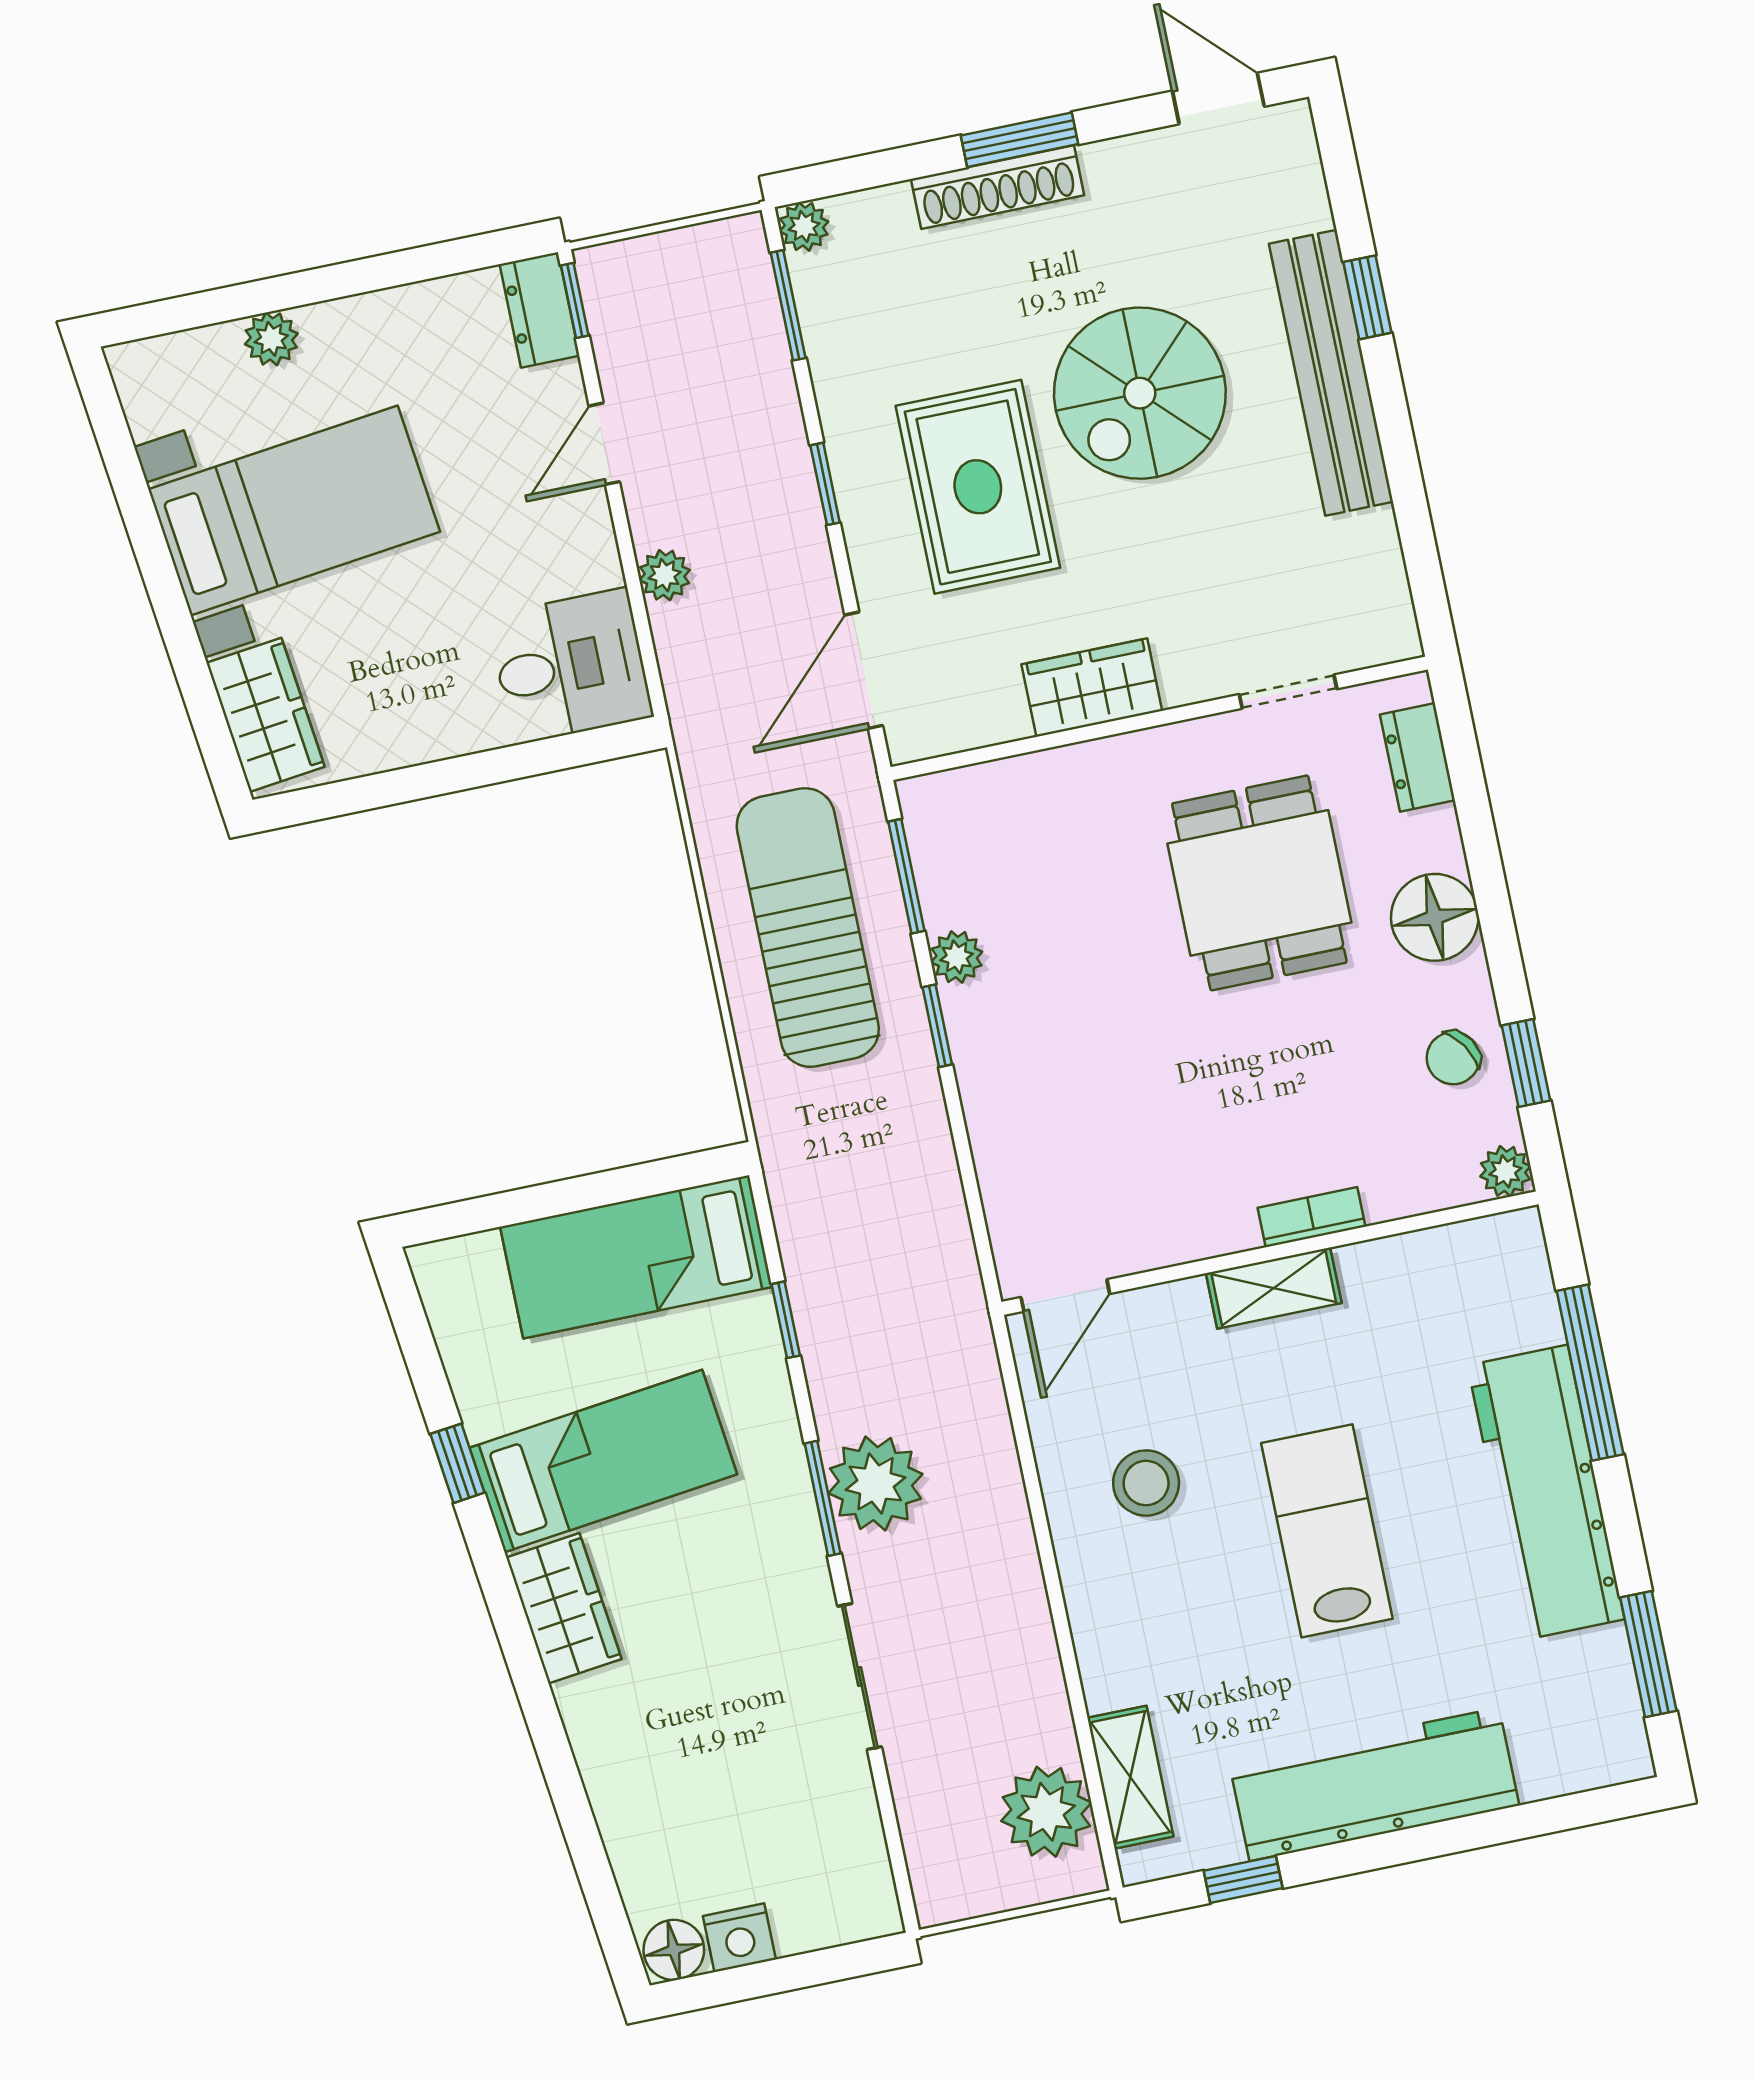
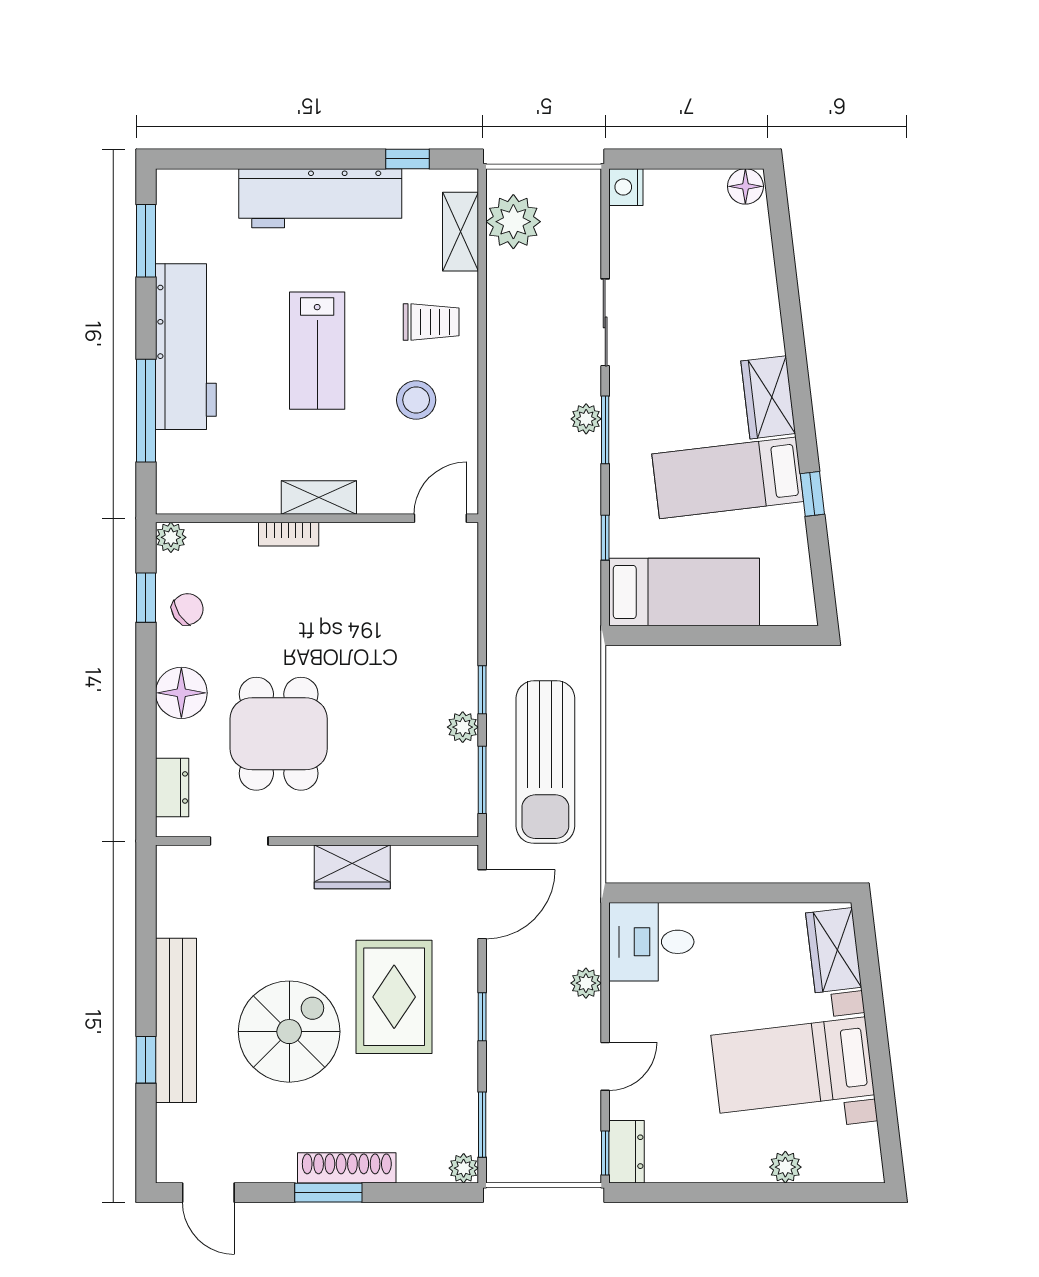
plant: (875, 1484) -> (586, 419), width x0.53, depth x0.53
trolley: (1148, 1618) -> (431, 322), added
nightstand: (739, 1938) -> (626, 187), moved, turned -90

